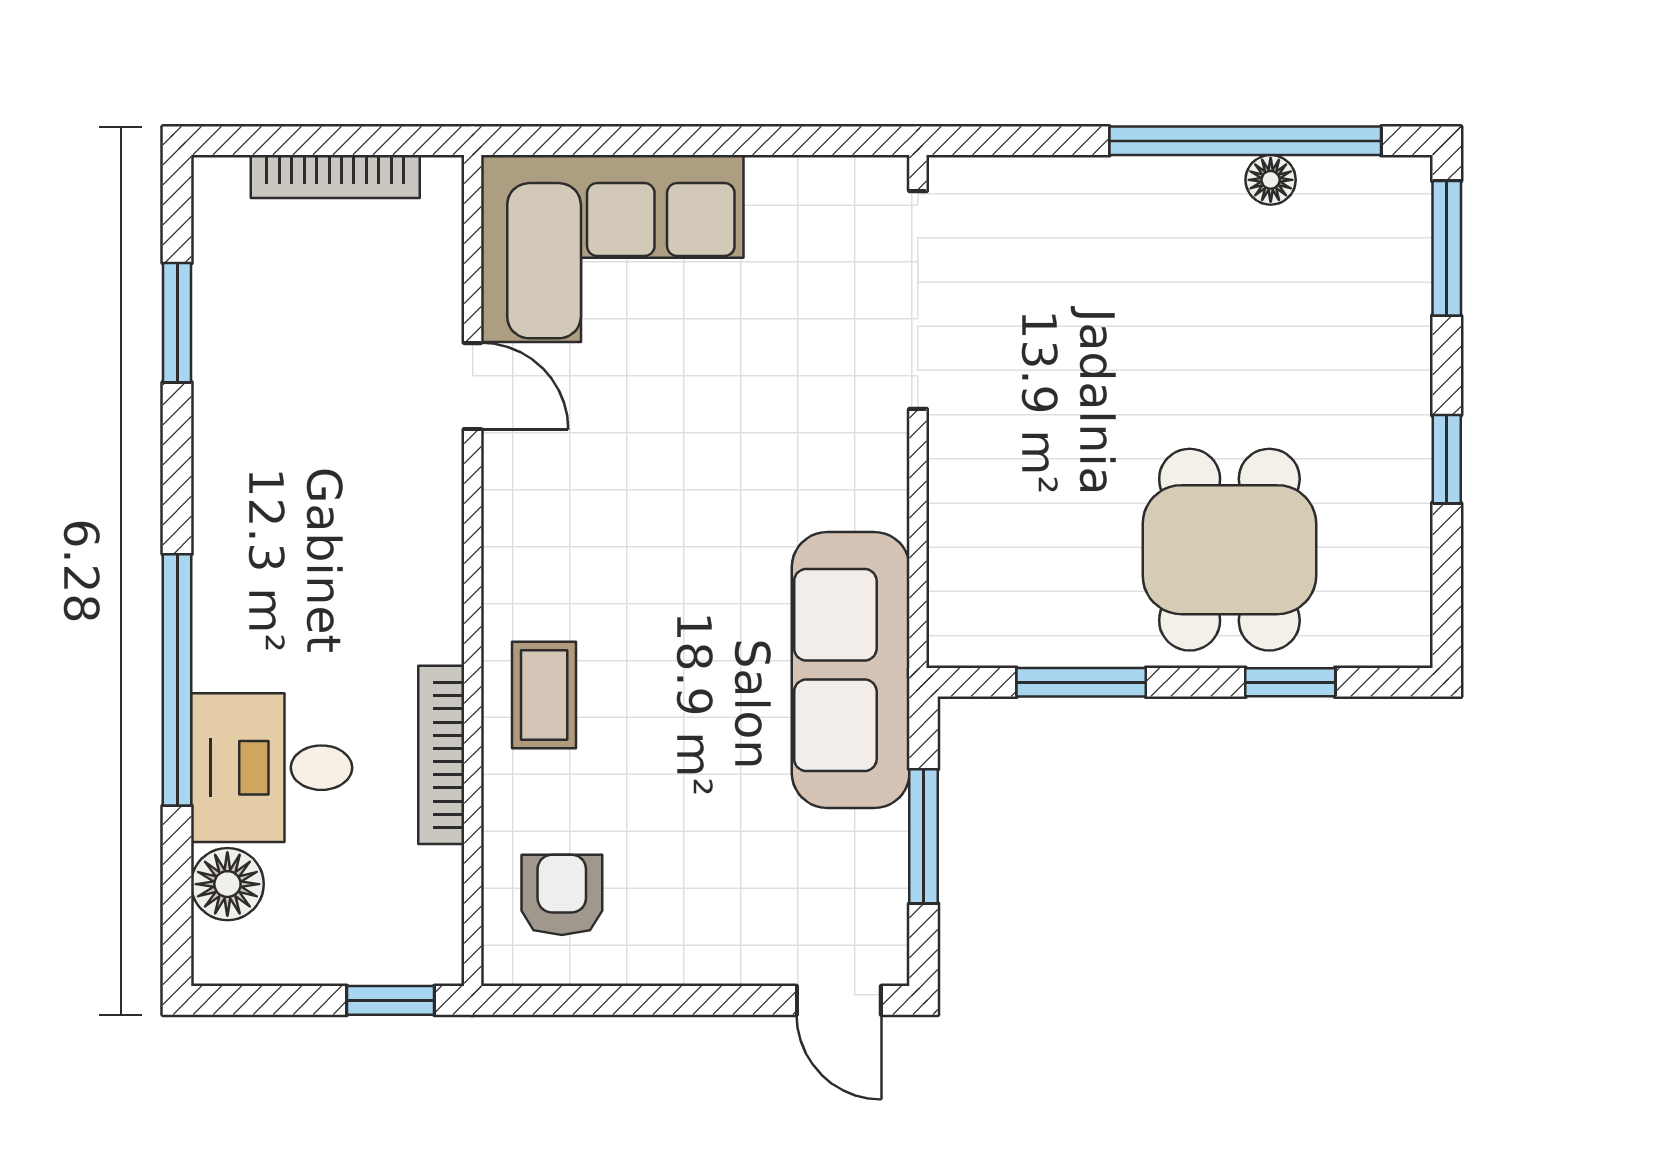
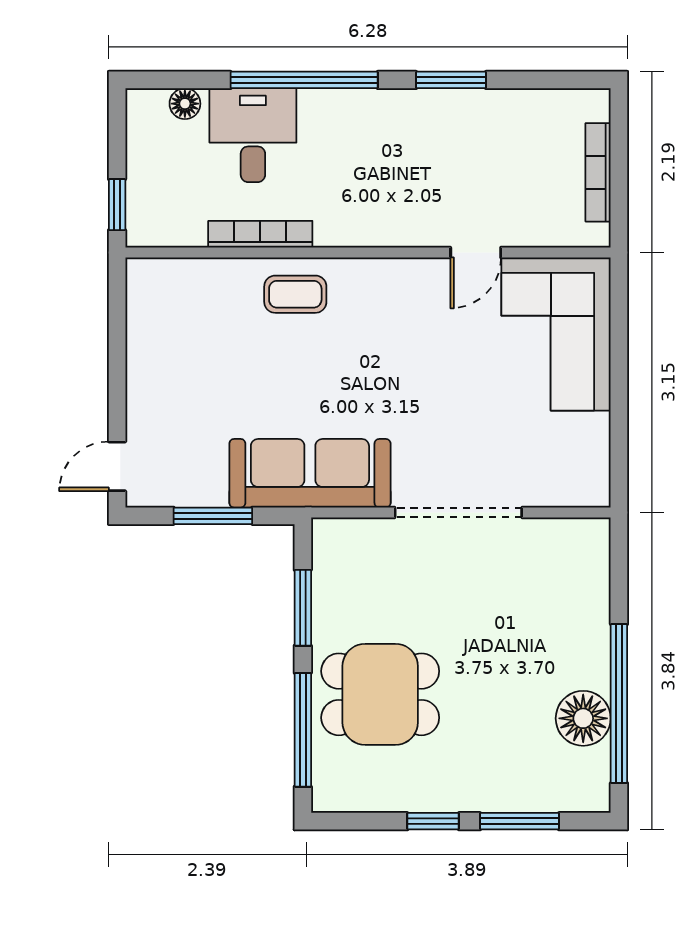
floor lamp: (1271, 180) -> (583, 718), width x1.89, depth x1.89
window: (1447, 248) -> (519, 821), moved
doorway: (918, 300) -> (458, 512), moved
window: (177, 323) -> (451, 80), moved
window: (1290, 682) -> (303, 730), width x2.17
floor lamp: (227, 884) -> (185, 104), width x0.73, depth x0.73
armchair: (562, 895) -> (179, 305), removed

